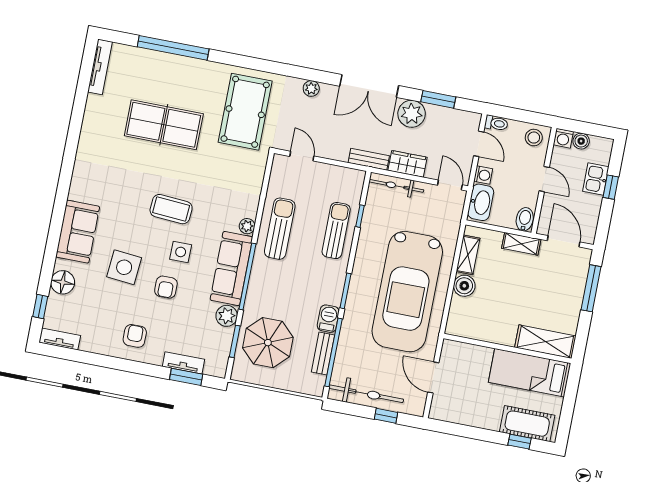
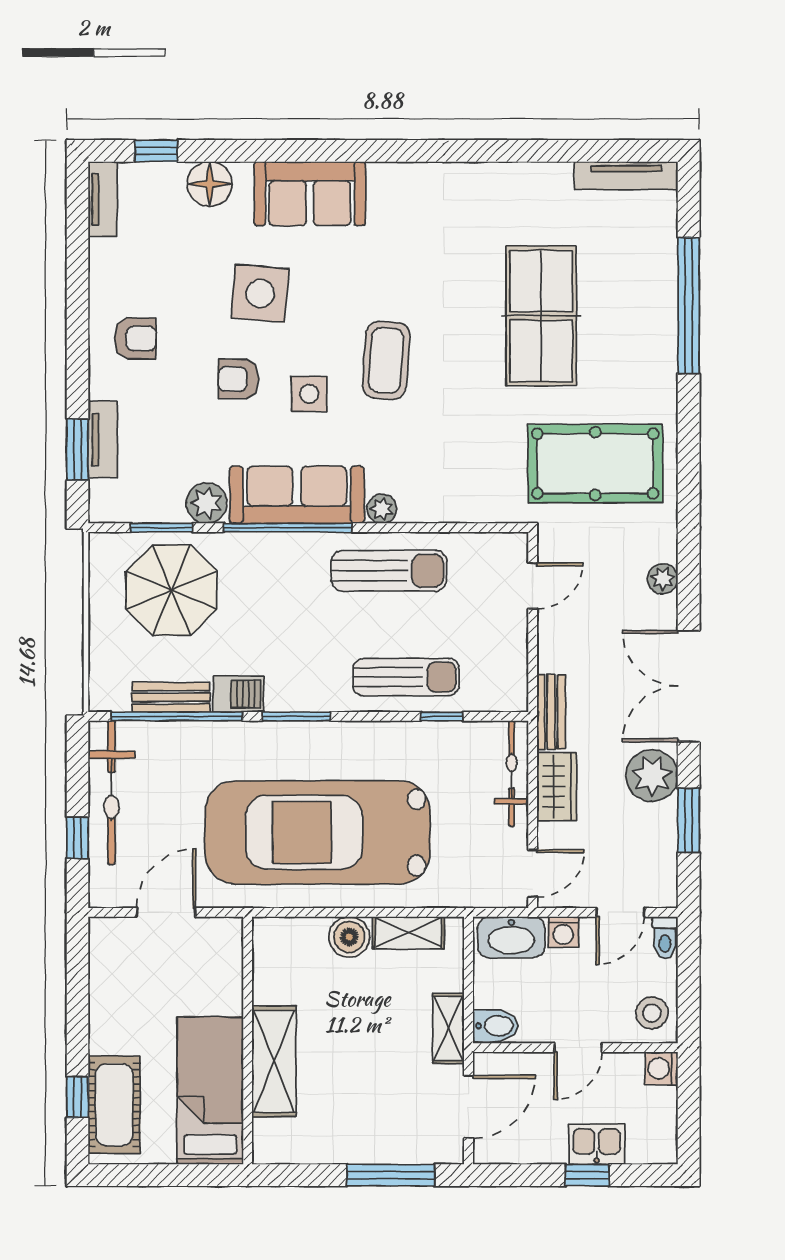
boiler: (581, 141) -> (663, 1103), removed
shelving: (545, 342) -> (274, 1061), moved

